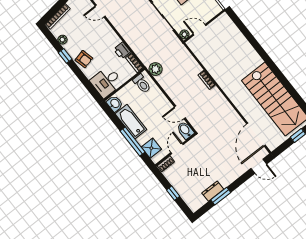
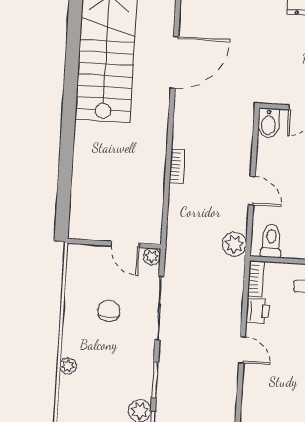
door: (100, 11) -> (242, 350), moved
door: (180, 112) -> (252, 191), moved
door: (256, 135) -> (174, 62), moved

